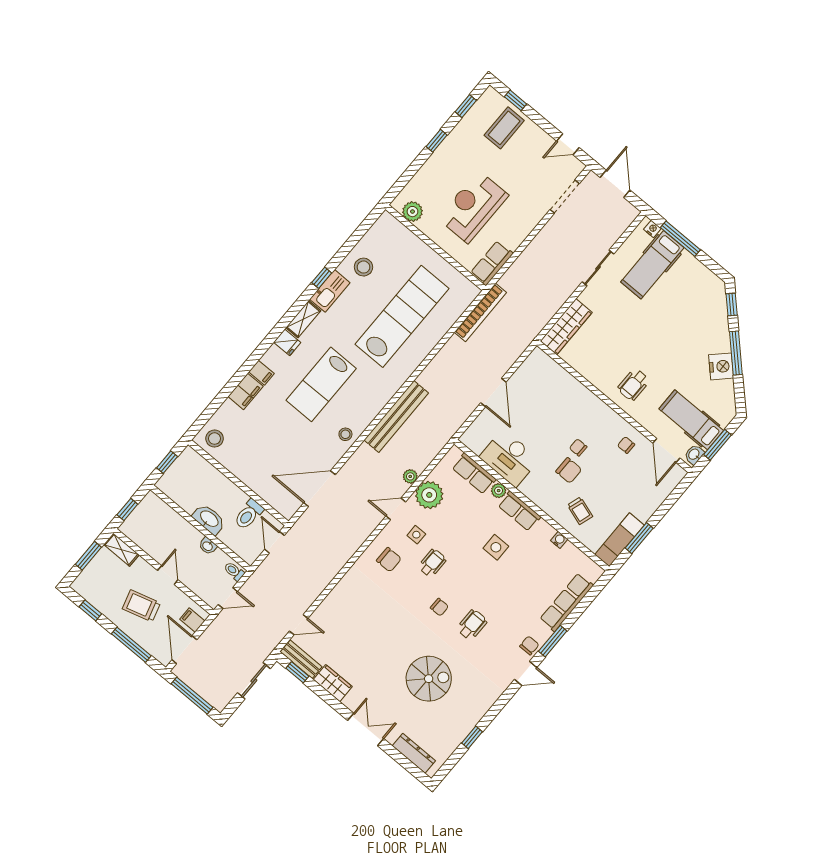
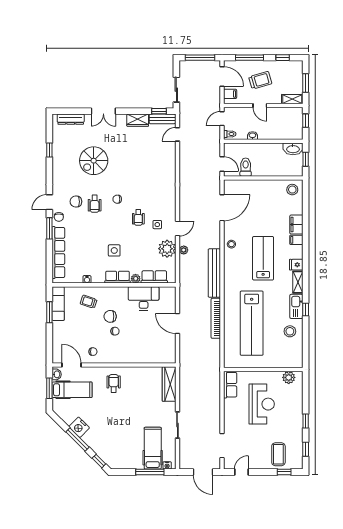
bookcase: (480, 312) -> (216, 318), moved
washbasin: (209, 519) -> (293, 149), moved
chair: (389, 560) -> (76, 202), moved
row of seats: (567, 602) -> (58, 253), width x1.36

